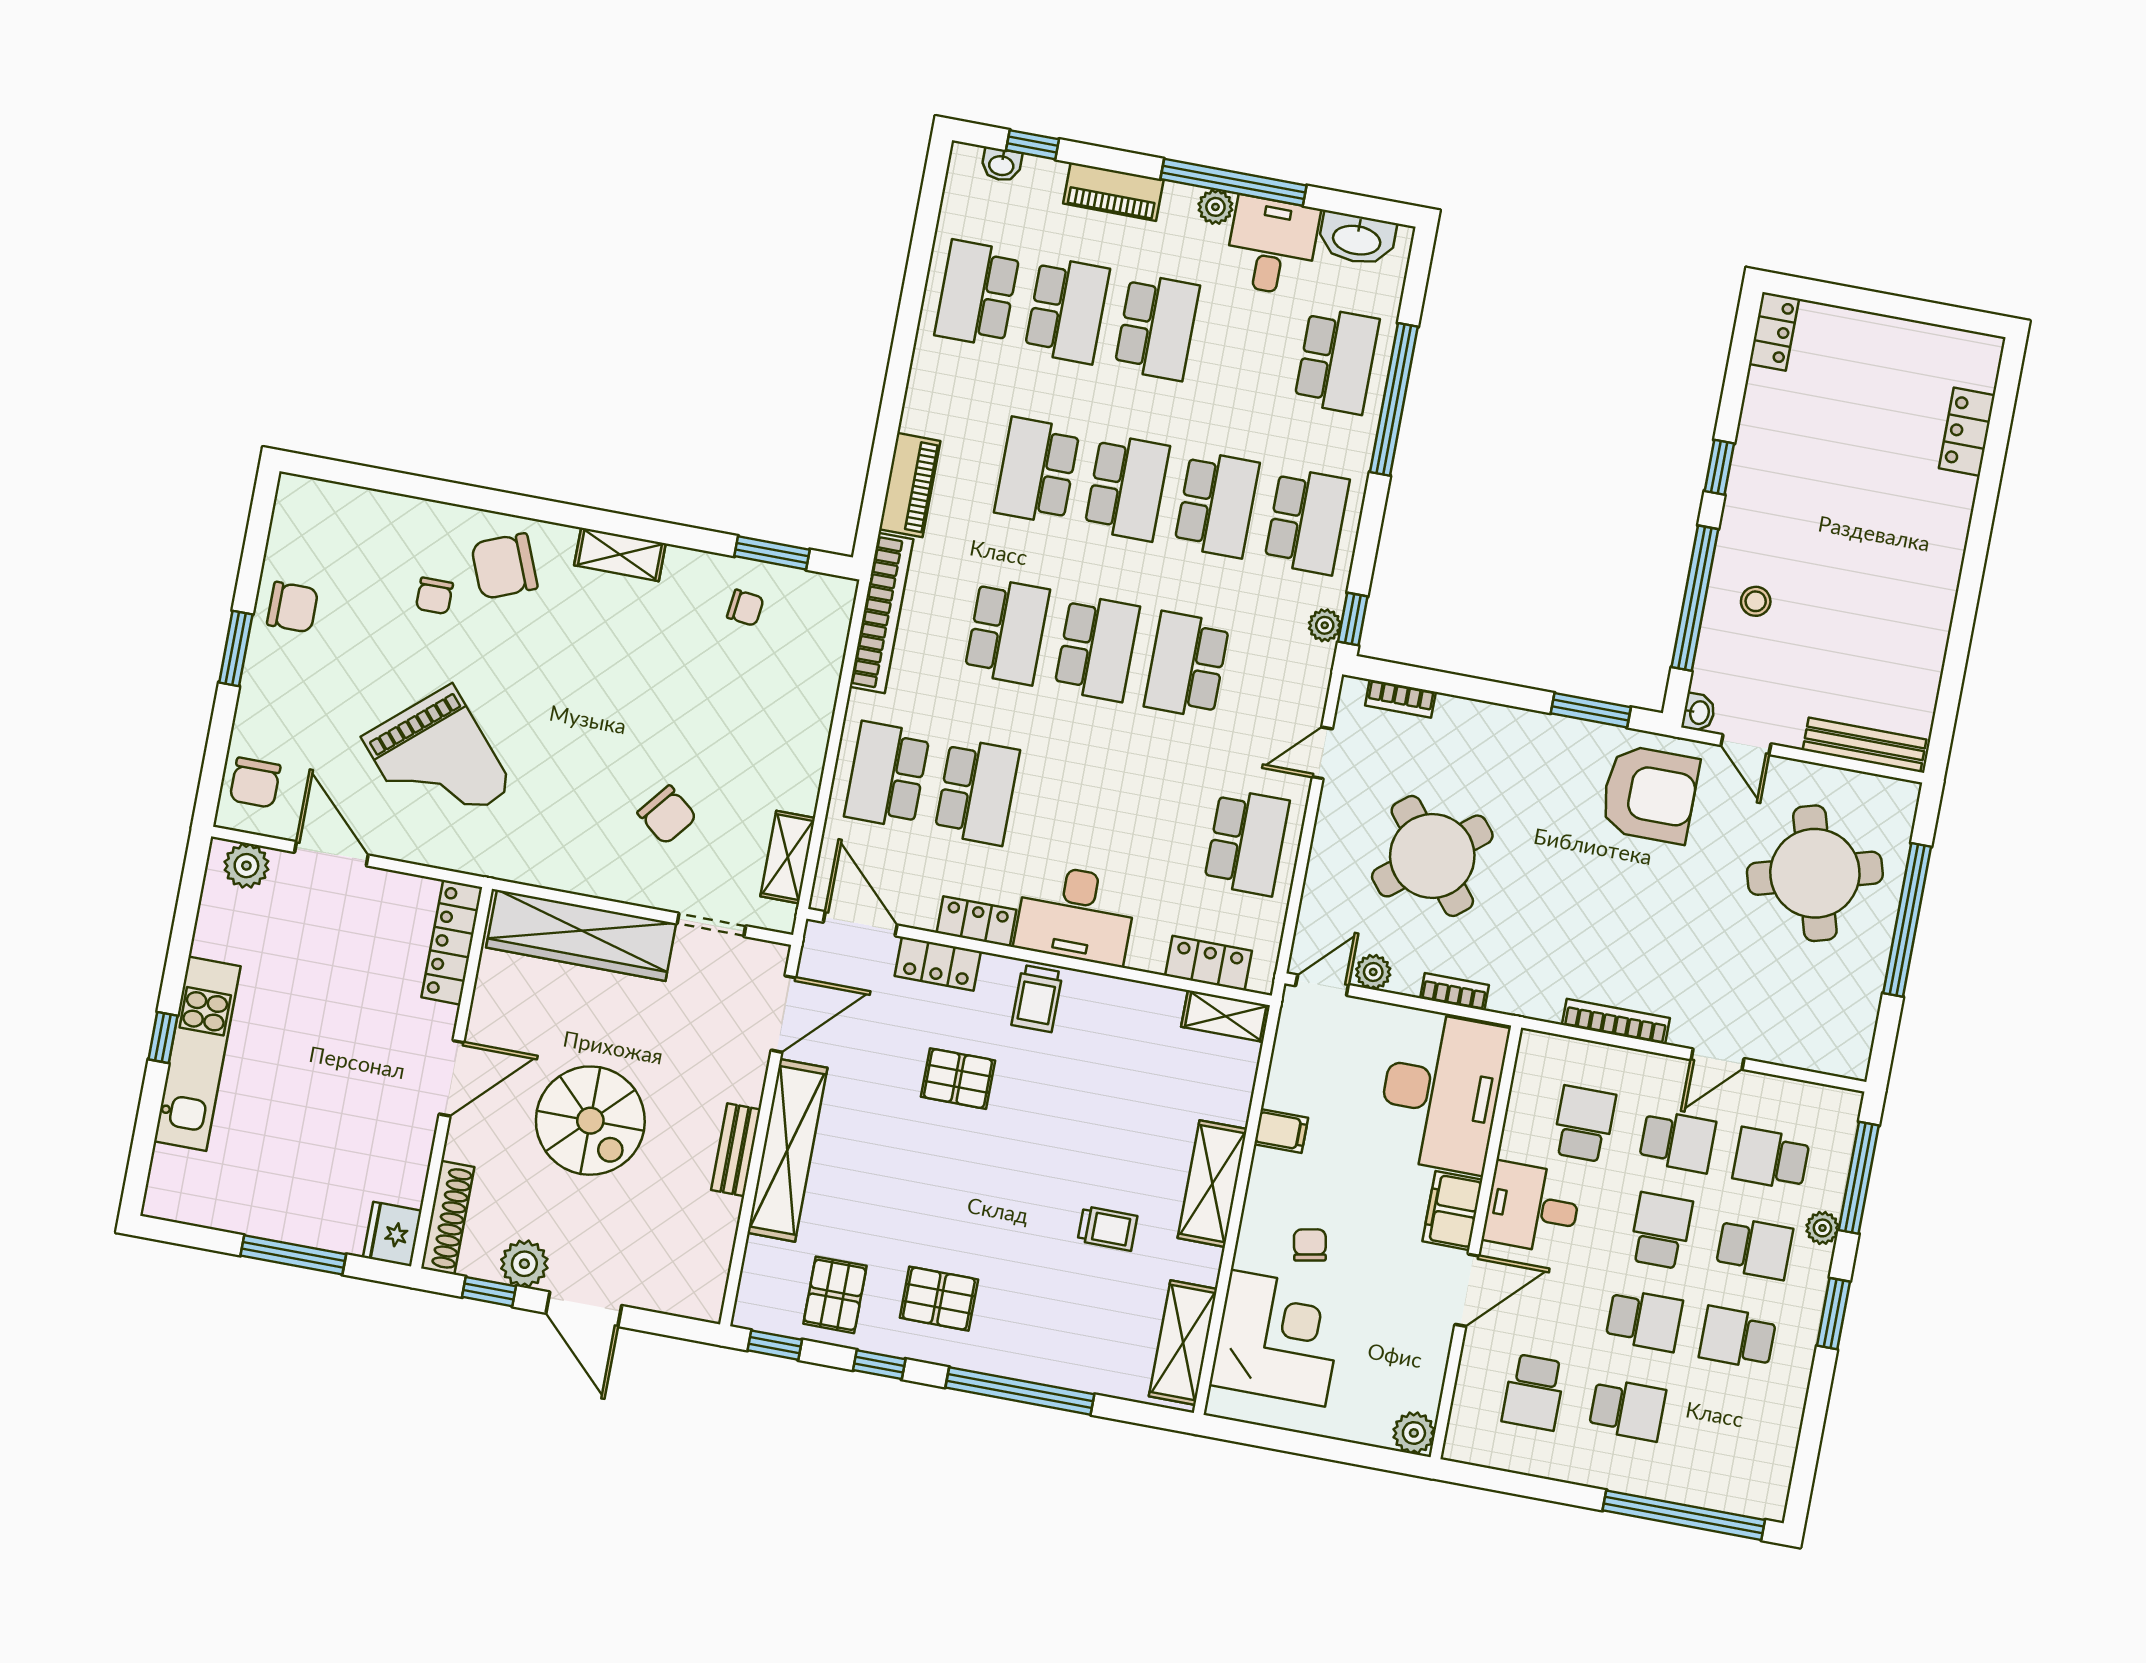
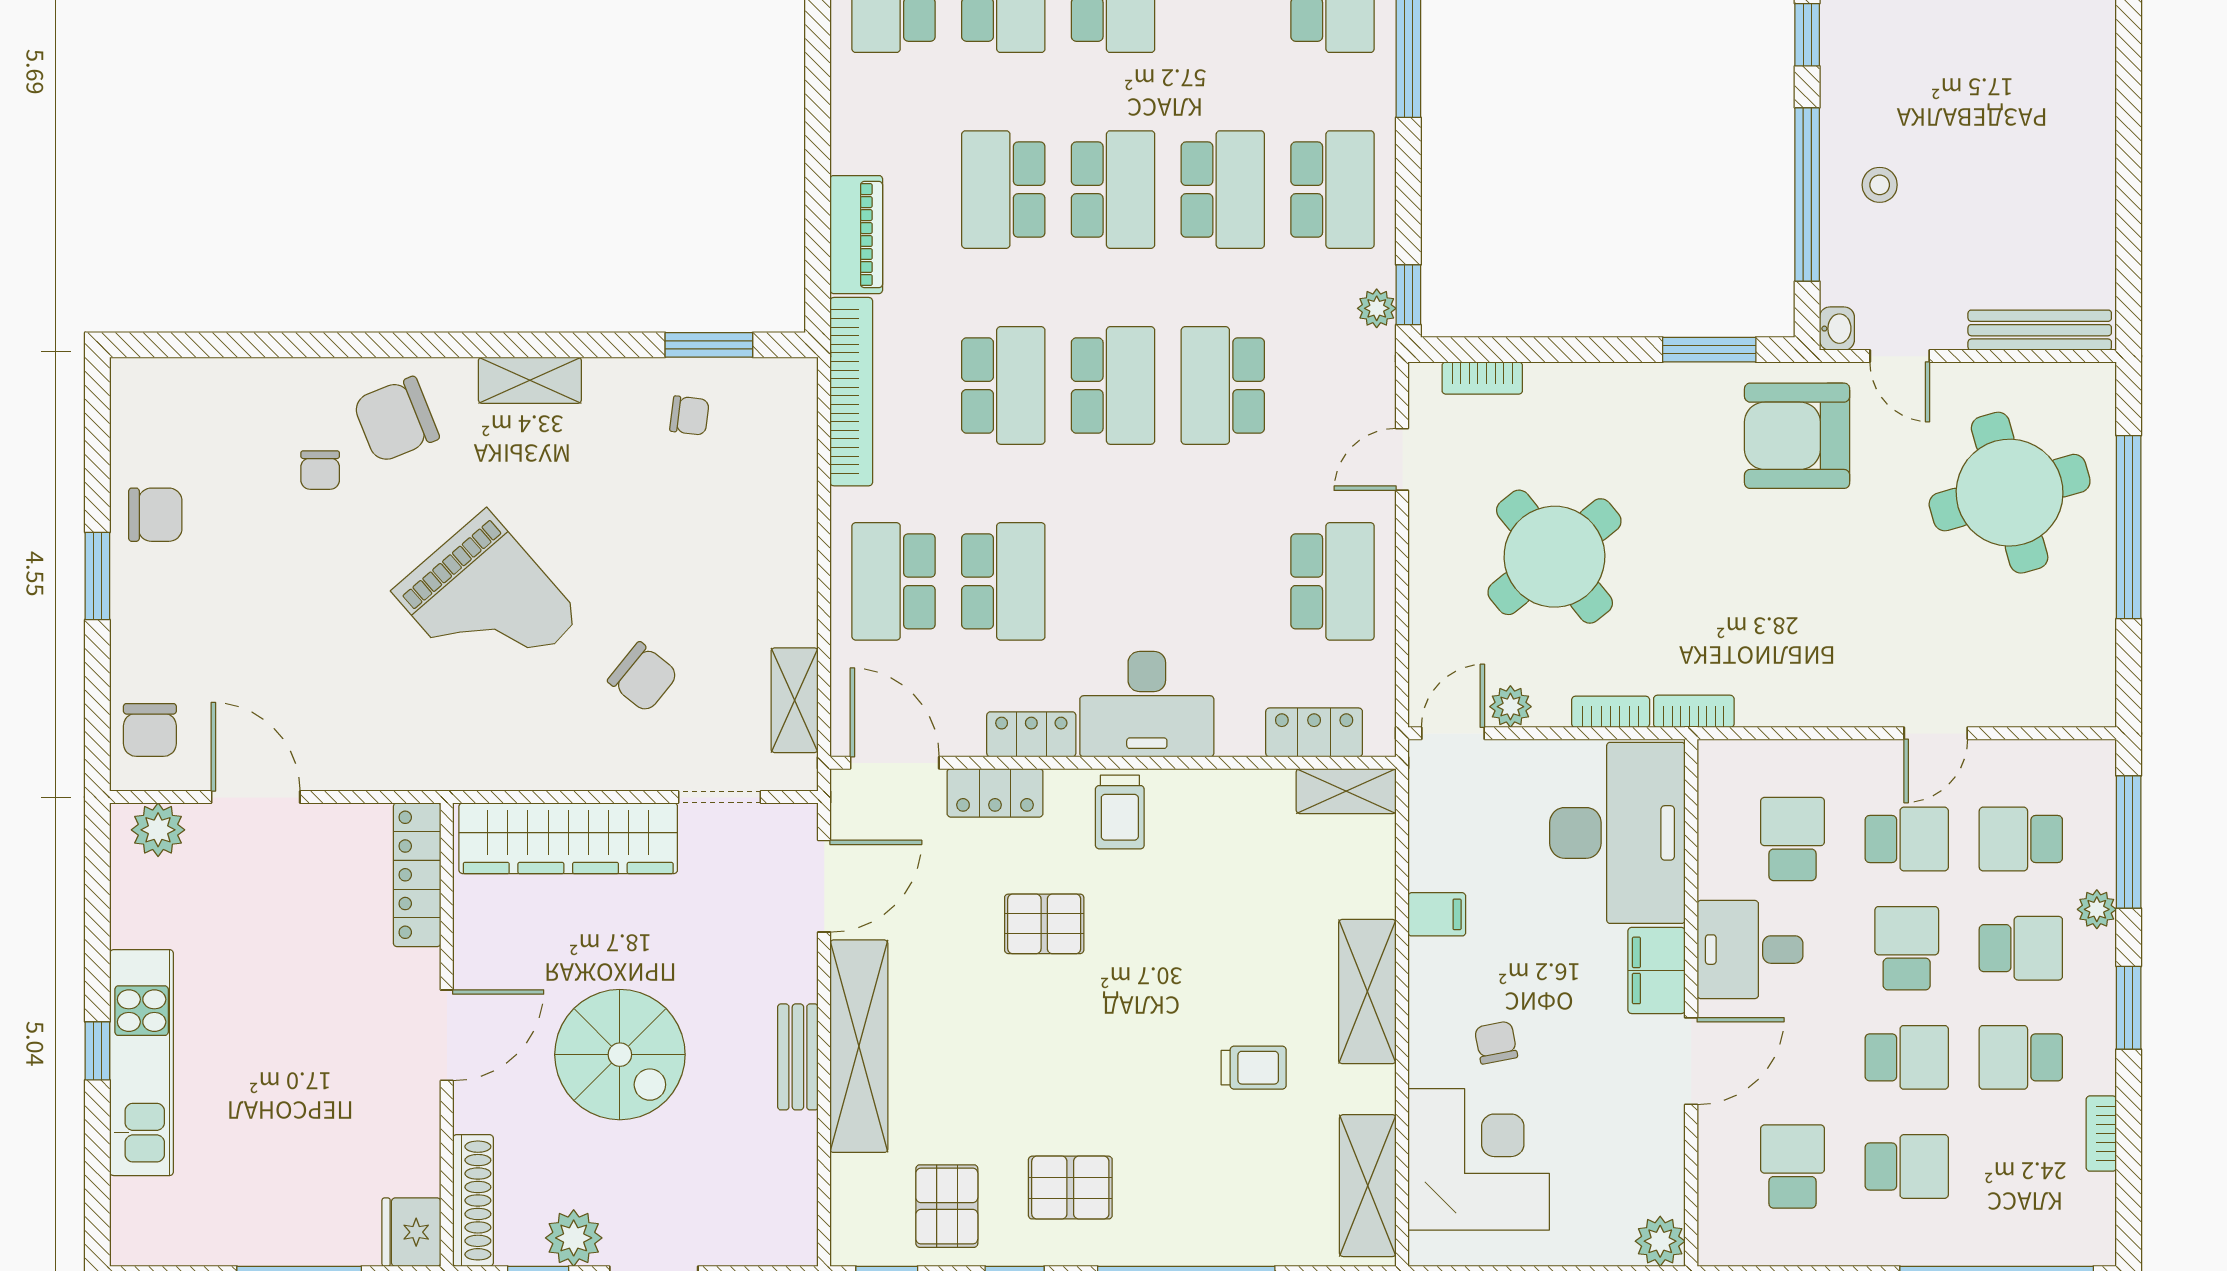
grand piano: (438, 763) -> (487, 605), moved
armchair: (1650, 794) -> (1797, 436), turned 180
bookcase: (1616, 1022) -> (1694, 711), moved, width x0.64
school desk: (1534, 1392) -> (1793, 1167), turned 180
bookcase: (1792, 1412) -> (2101, 1134), added

